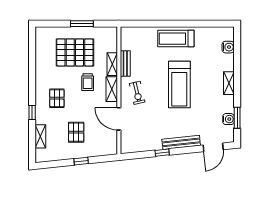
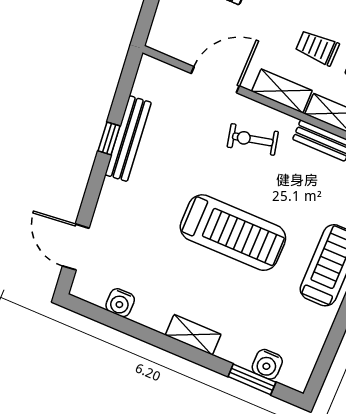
treadmill: (179, 85) -> (233, 233), turned 180
window: (237, 118) -> (252, 379), moved
bench: (181, 142) -> (128, 139), moved

